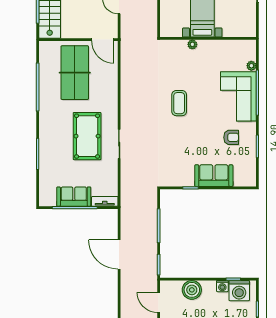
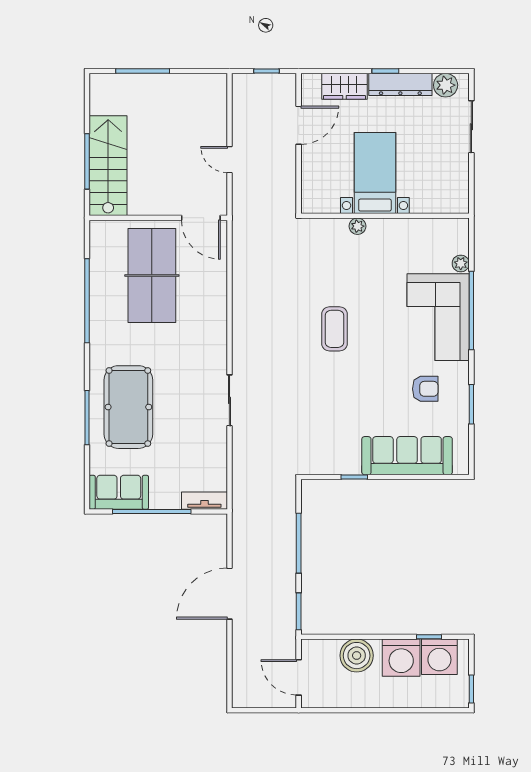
pool table: (87, 136) -> (128, 407), moved
sofa: (214, 176) -> (407, 456), width x1.36
sofa: (74, 197) -> (119, 492), moved
door: (119, 254) -> (230, 594), hinge flipped
washing machine: (222, 286) -> (401, 658), width x1.89, depth x1.89

